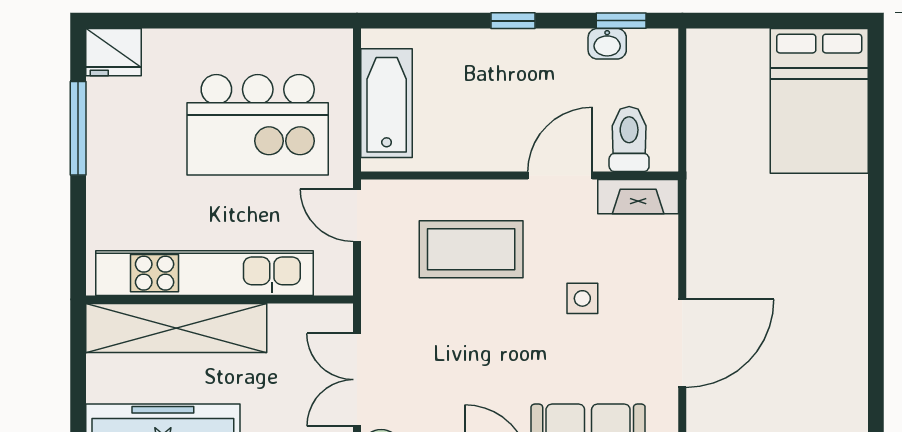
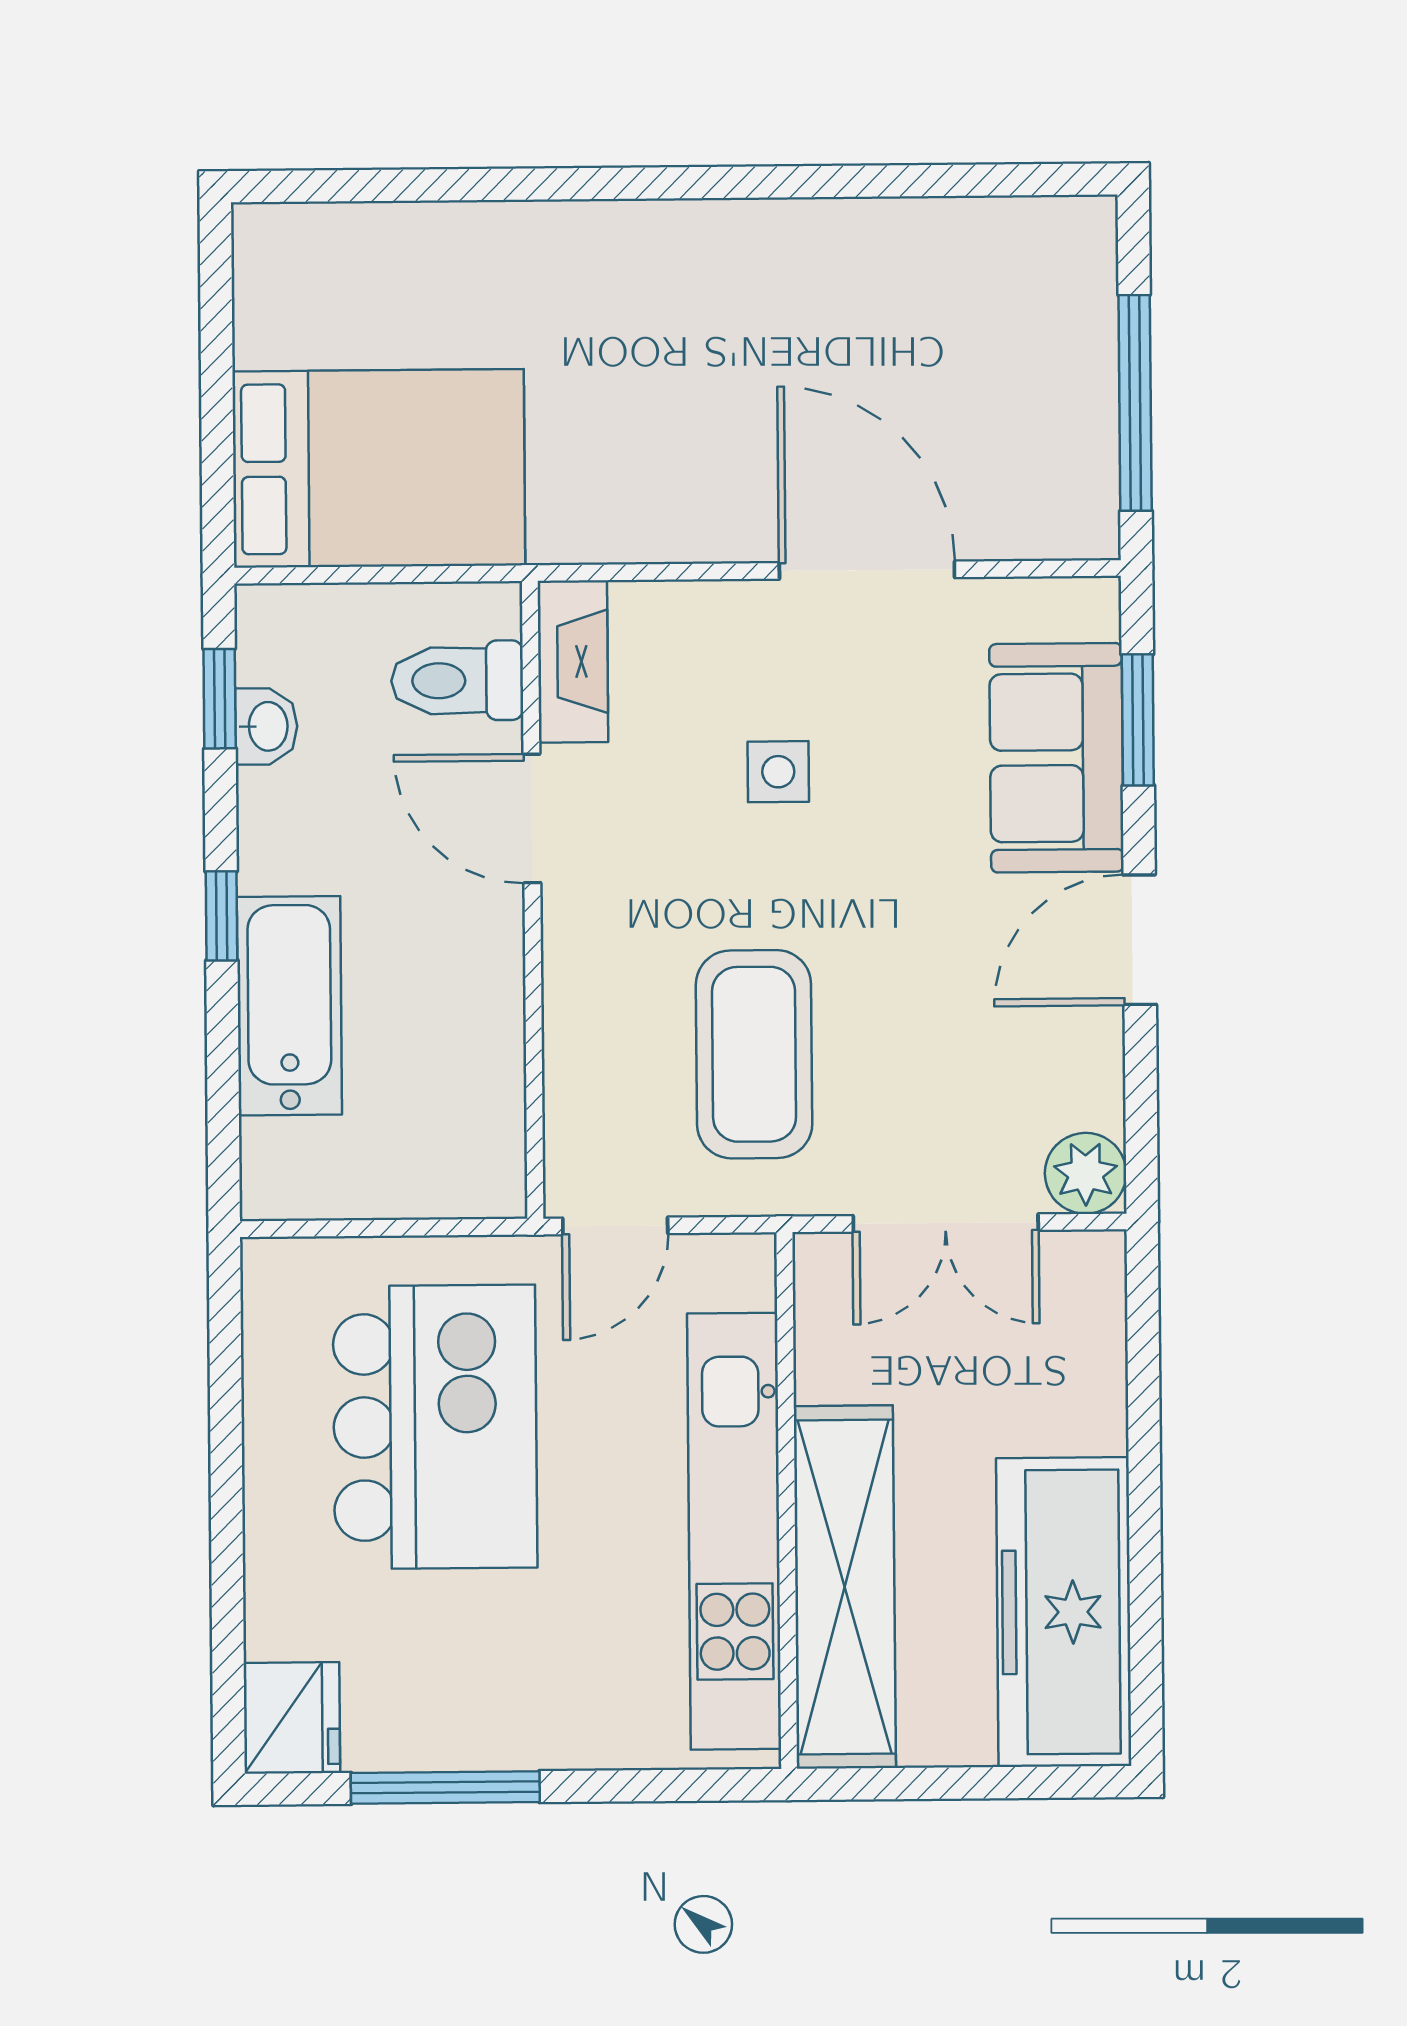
bed: (819, 101) -> (379, 468), moved
bathtub: (387, 103) -> (289, 1006), moved, turned 90
coffee table: (471, 249) -> (754, 1054), moved

